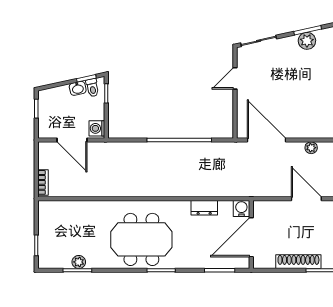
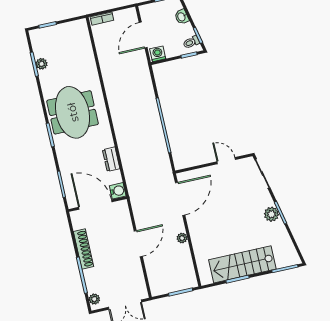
washbasin: (78, 88) -> (182, 17), moved

